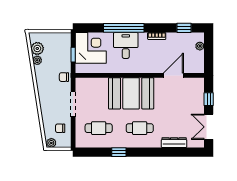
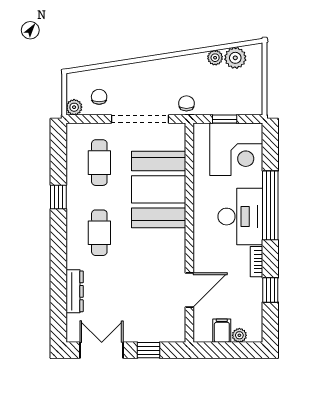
window: (184, 28) -> (270, 290), moved
desk: (126, 46) -> (240, 217), width x1.37
filing cabinet: (197, 56) -> (222, 331), added
door: (173, 75) -> (189, 290), hinge flipped
booth: (131, 93) -> (159, 189), moved
doorway: (73, 104) -> (140, 119), width x1.36
plant: (51, 143) -> (74, 107), moved

